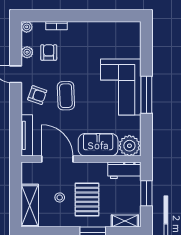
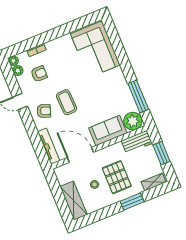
plant: (27, 52) -> (18, 71), moved
armchair: (49, 52) -> (39, 74), turned 90
corner sofa: (121, 87) -> (95, 49), moved
window: (146, 95) -> (138, 96), moved

